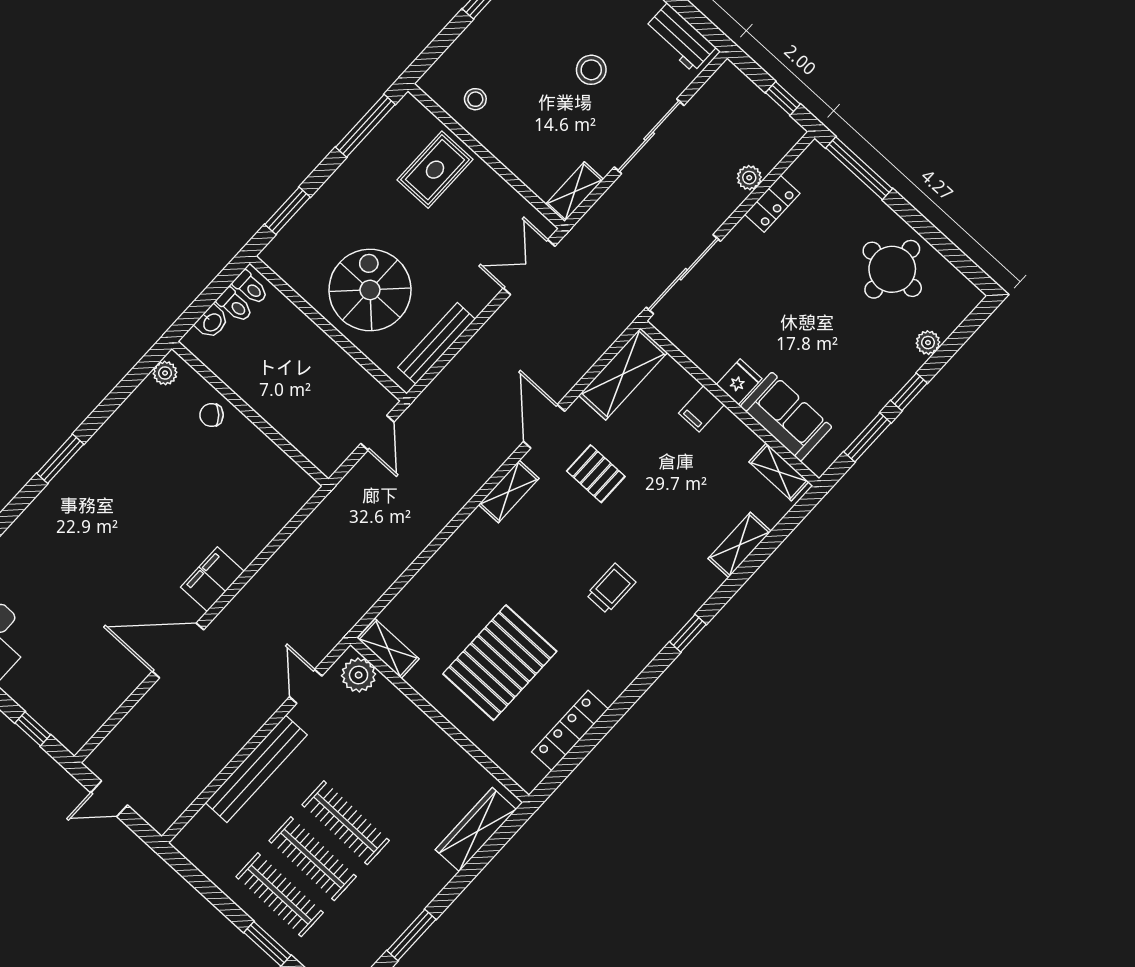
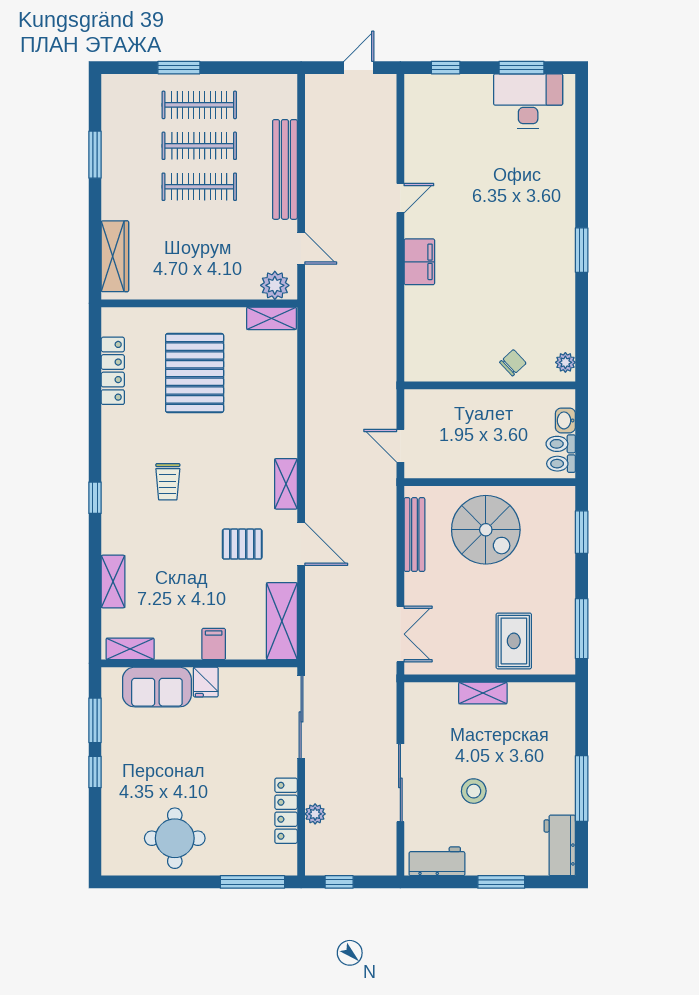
stool: (475, 99) -> (529, 707), removed
shelving: (575, 192) -> (483, 693), moved, turned 90
locker: (772, 204) -> (286, 811), width x1.53
plant: (928, 343) -> (111, 813), removed
door: (178, 650) -> (400, 198), width x0.53

